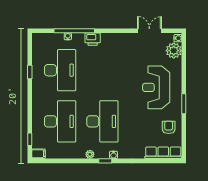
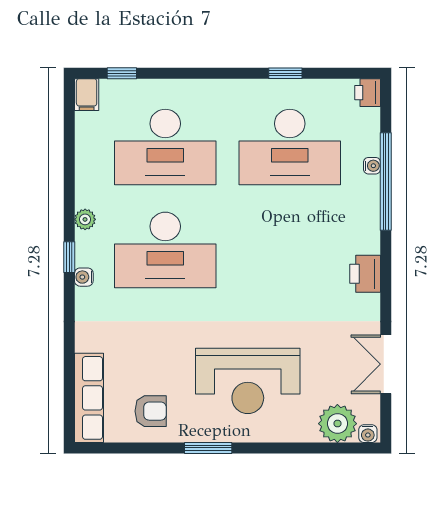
double door: (149, 31) -> (386, 364), swing flipped
printer: (38, 38) -> (368, 93), added
printer: (93, 39) -> (365, 274), moved
reception desk: (156, 87) -> (248, 381), turned 180

